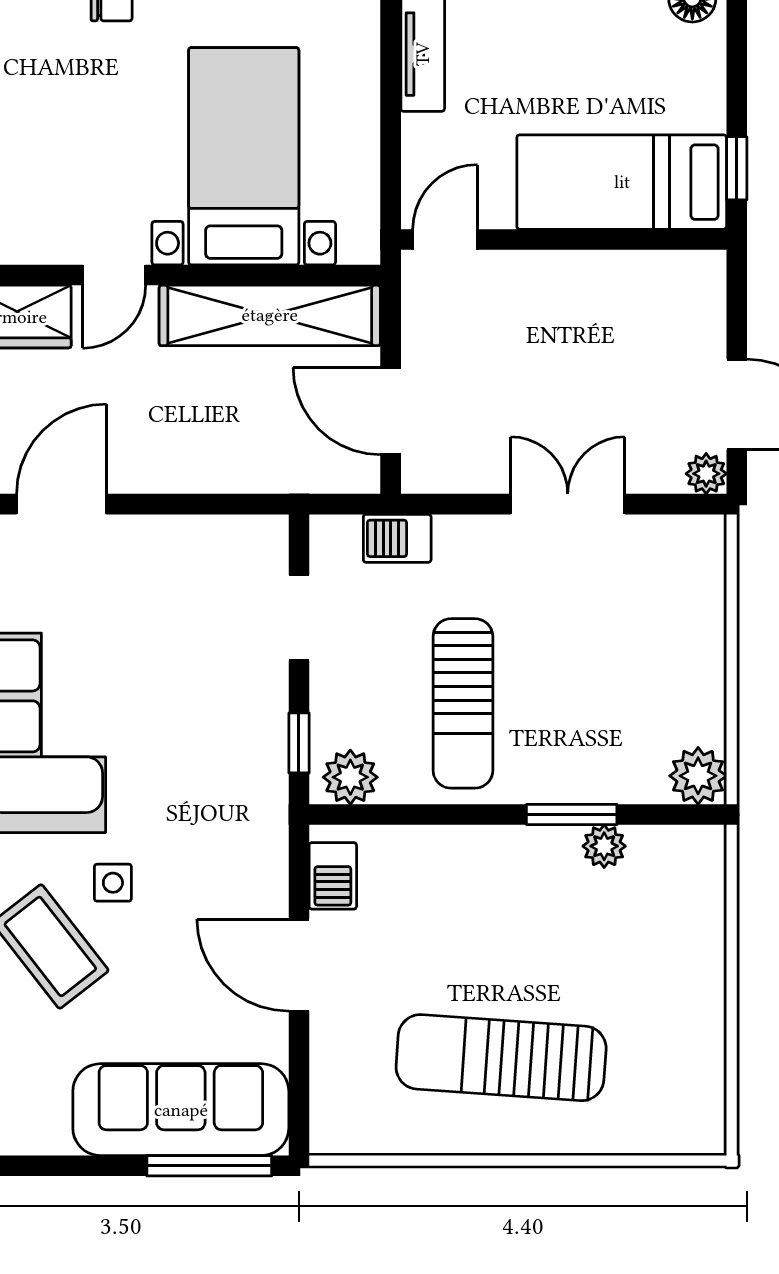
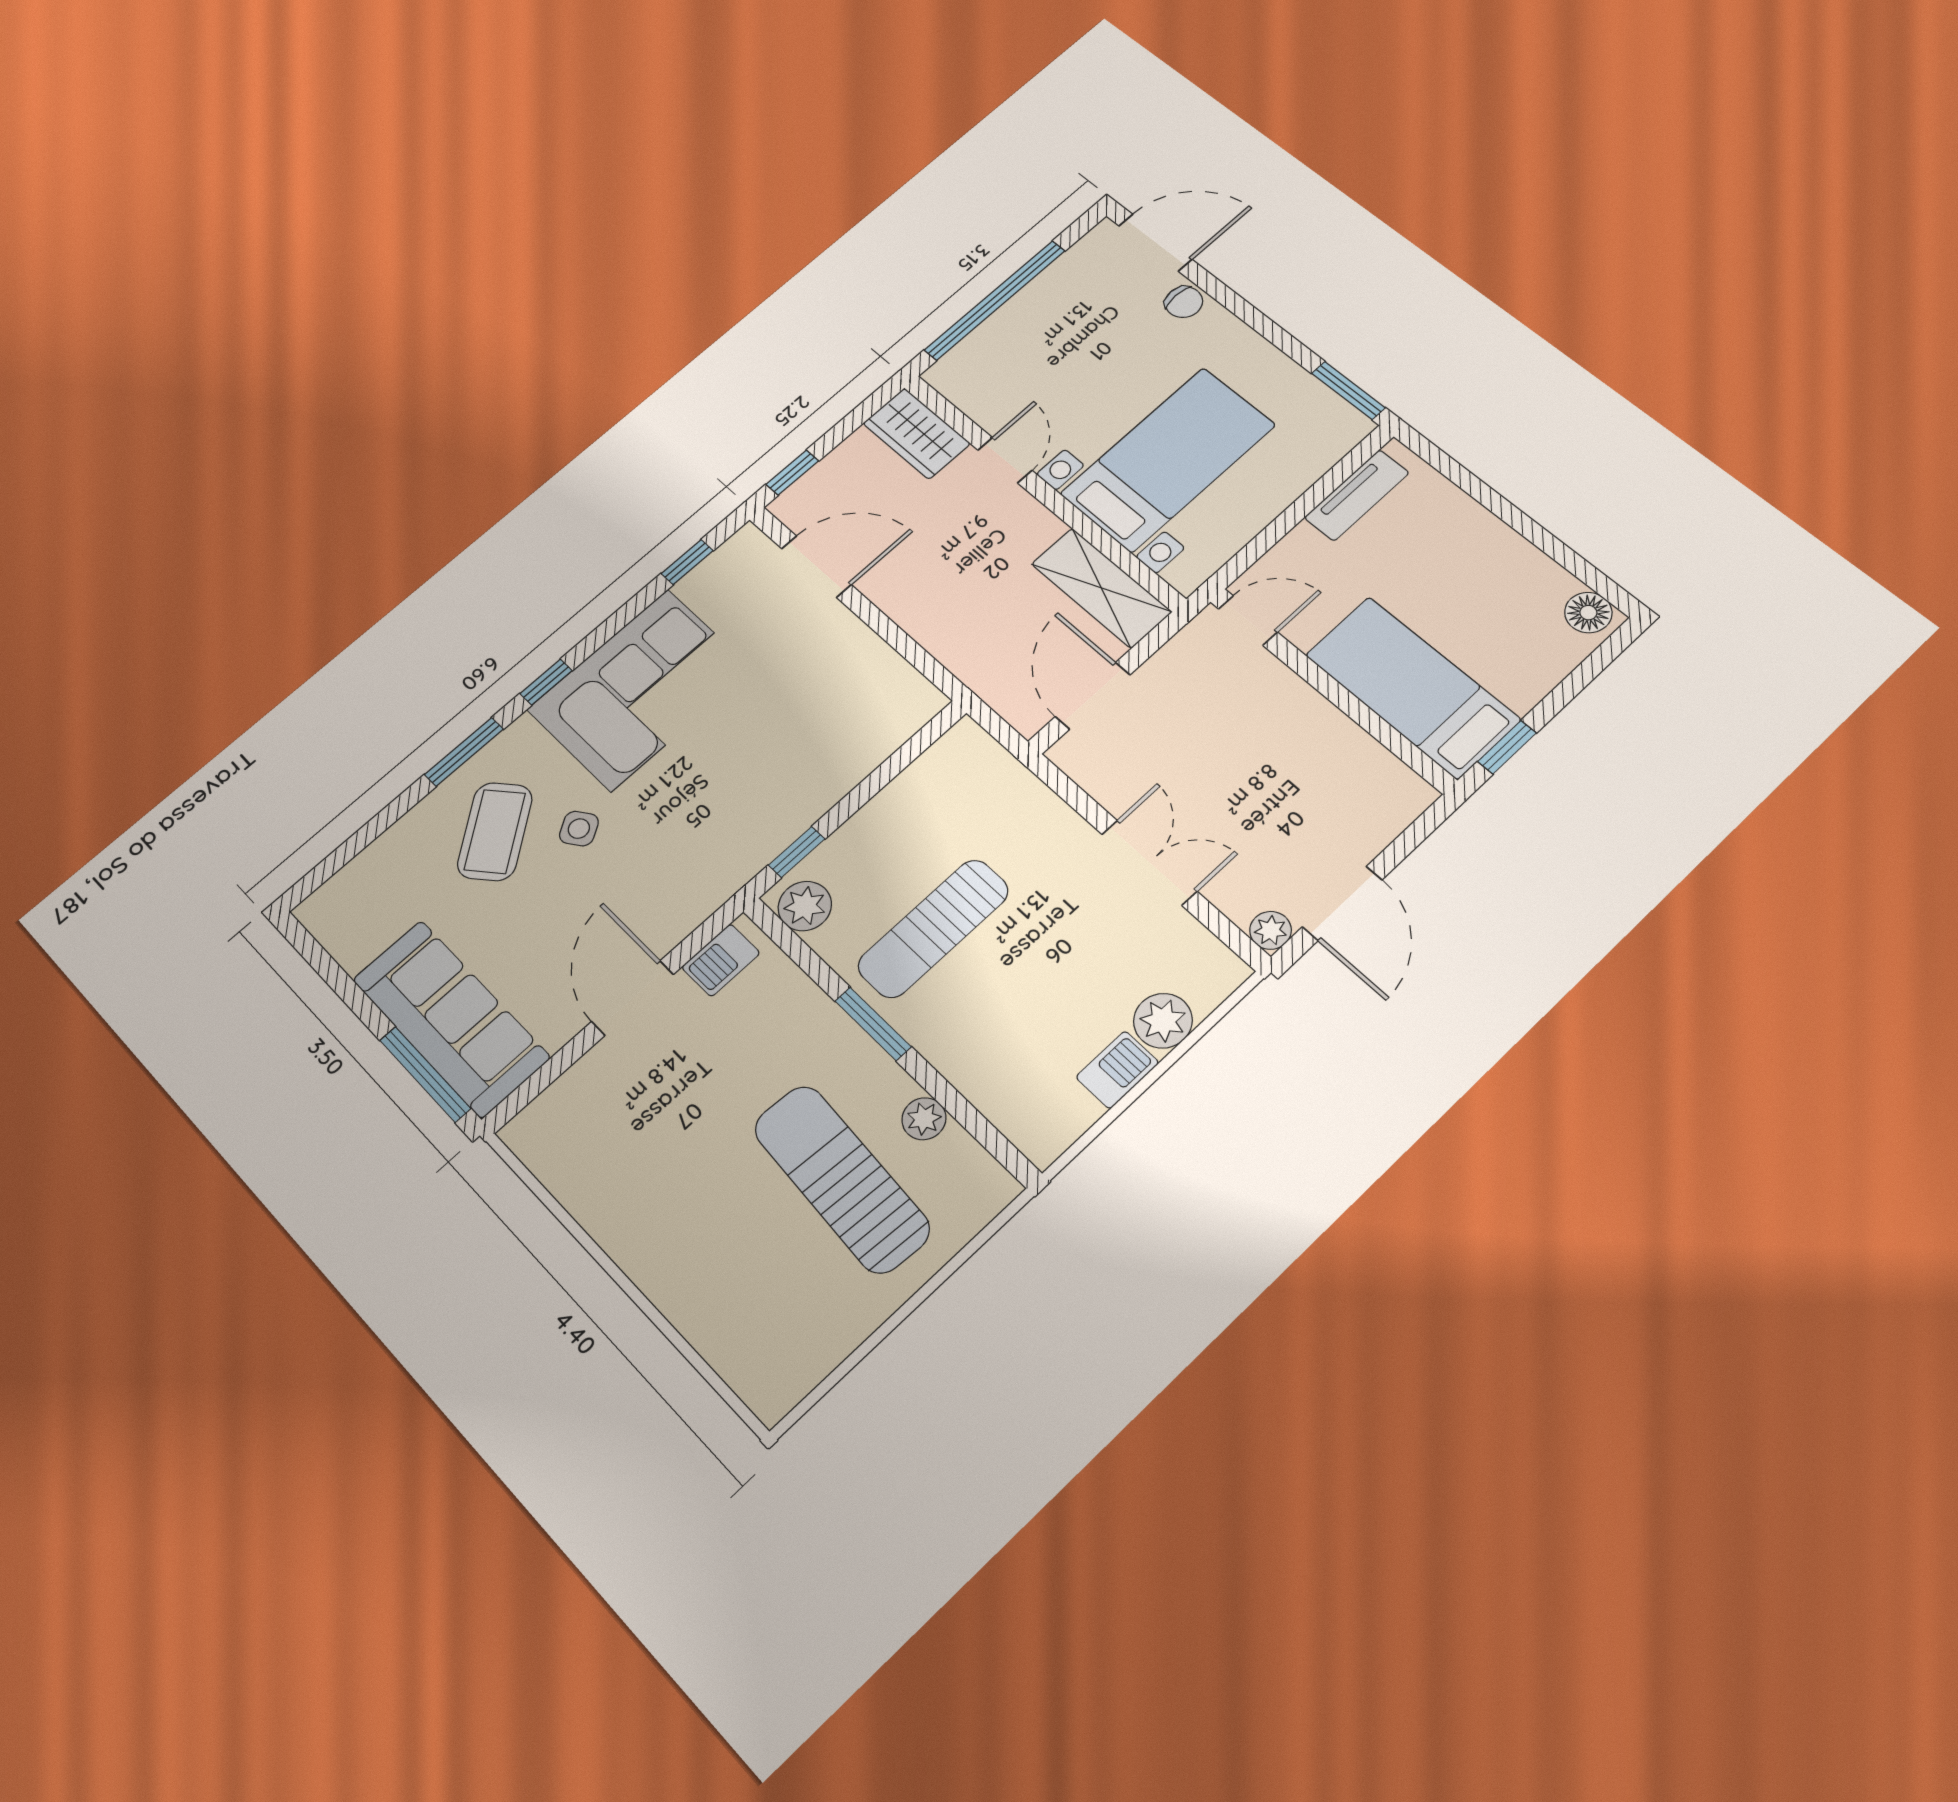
door: (114, 275) -> (1005, 460), swing flipped
shelving: (270, 315) -> (1101, 588), width x0.68
barbecue: (397, 538) -> (1117, 1070), moved, turned 90
doorway: (299, 618) -> (887, 772), removed
plant: (698, 776) -> (1163, 1021), moved
window: (572, 815) -> (873, 1024), moved
side table: (113, 883) -> (579, 829), turned -33
sun lounger: (501, 1058) -> (841, 1179), moved

